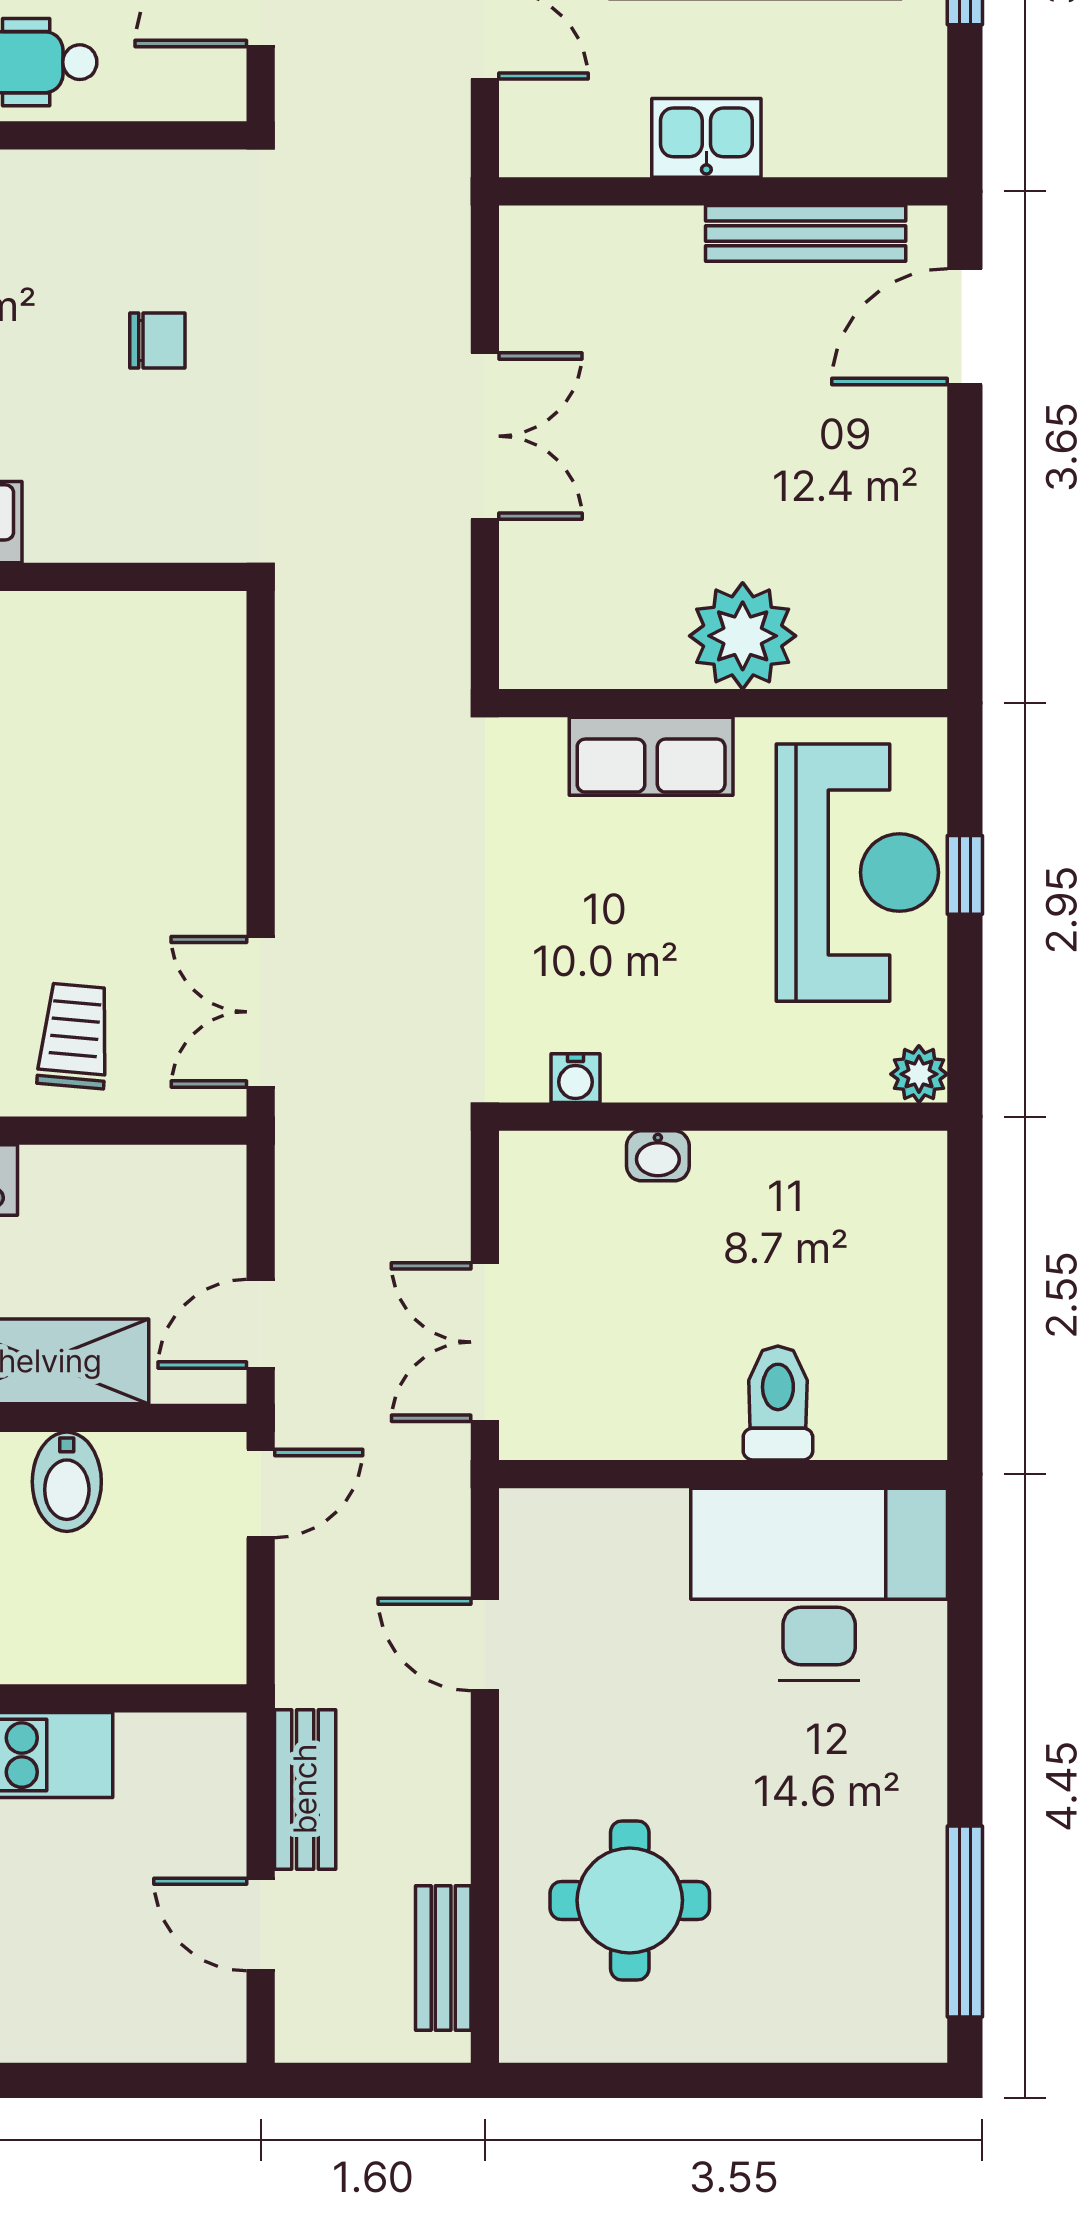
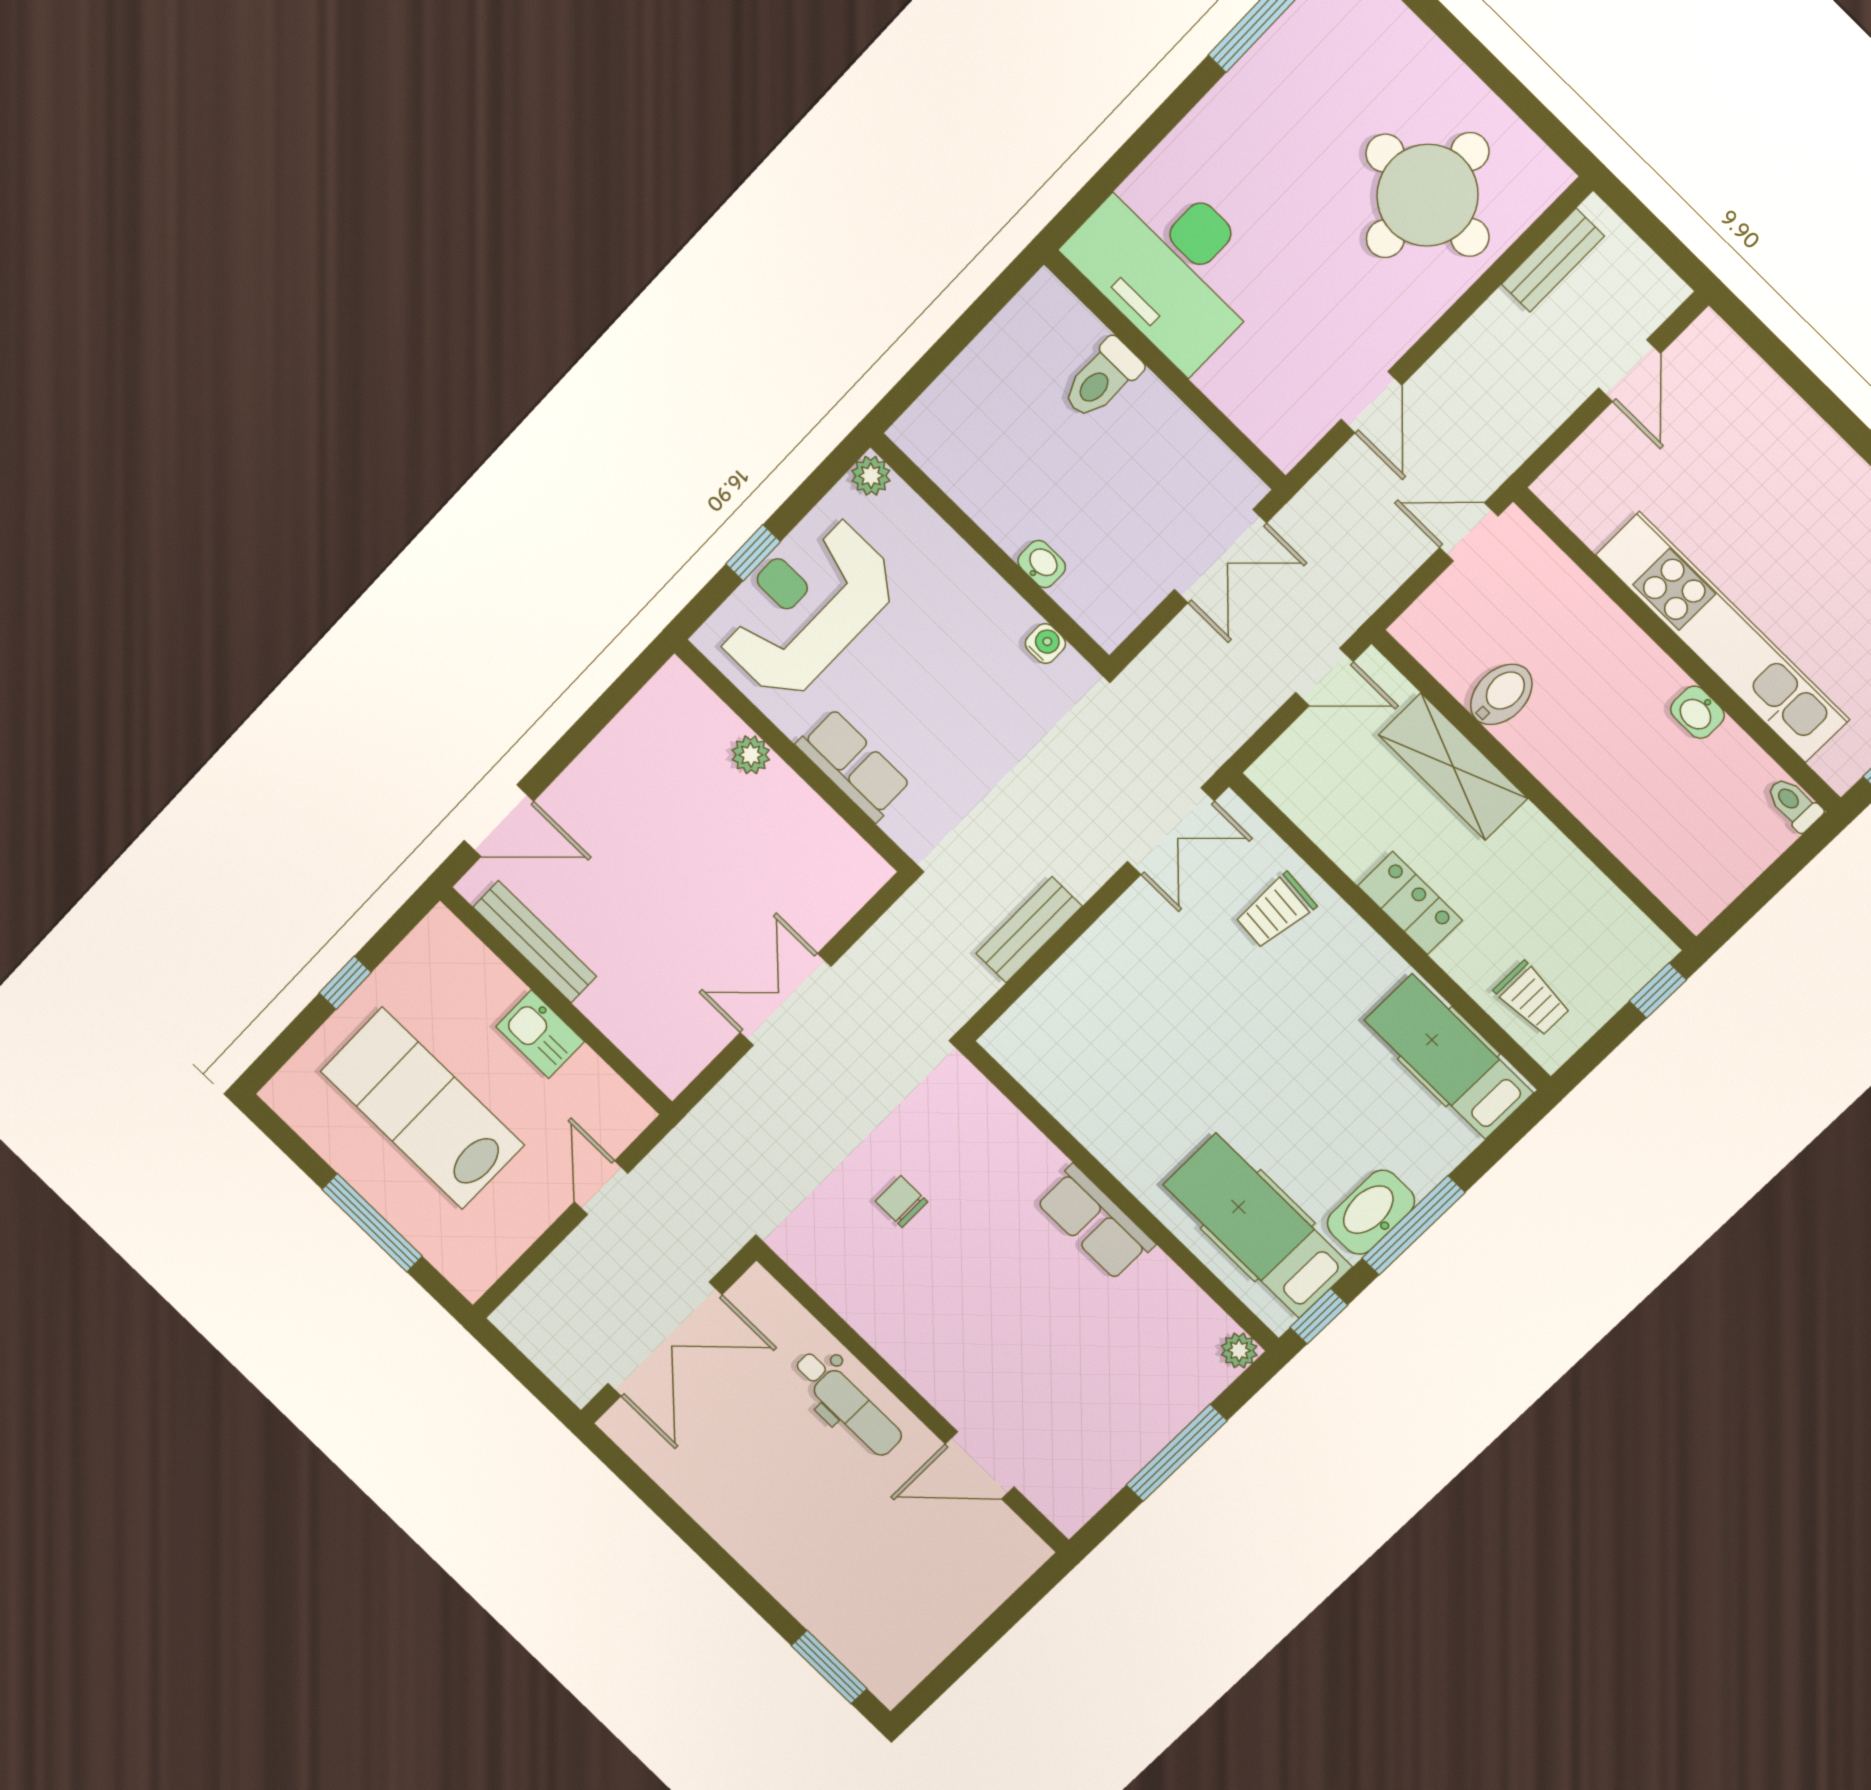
plant: (743, 636) -> (751, 755), width x0.53, depth x0.53
door: (261, 1493) -> (1469, 532), moved
bench: (305, 1789) -> (1029, 930), moved
round table: (630, 1900) -> (1427, 195), width x1.36, depth x1.36

